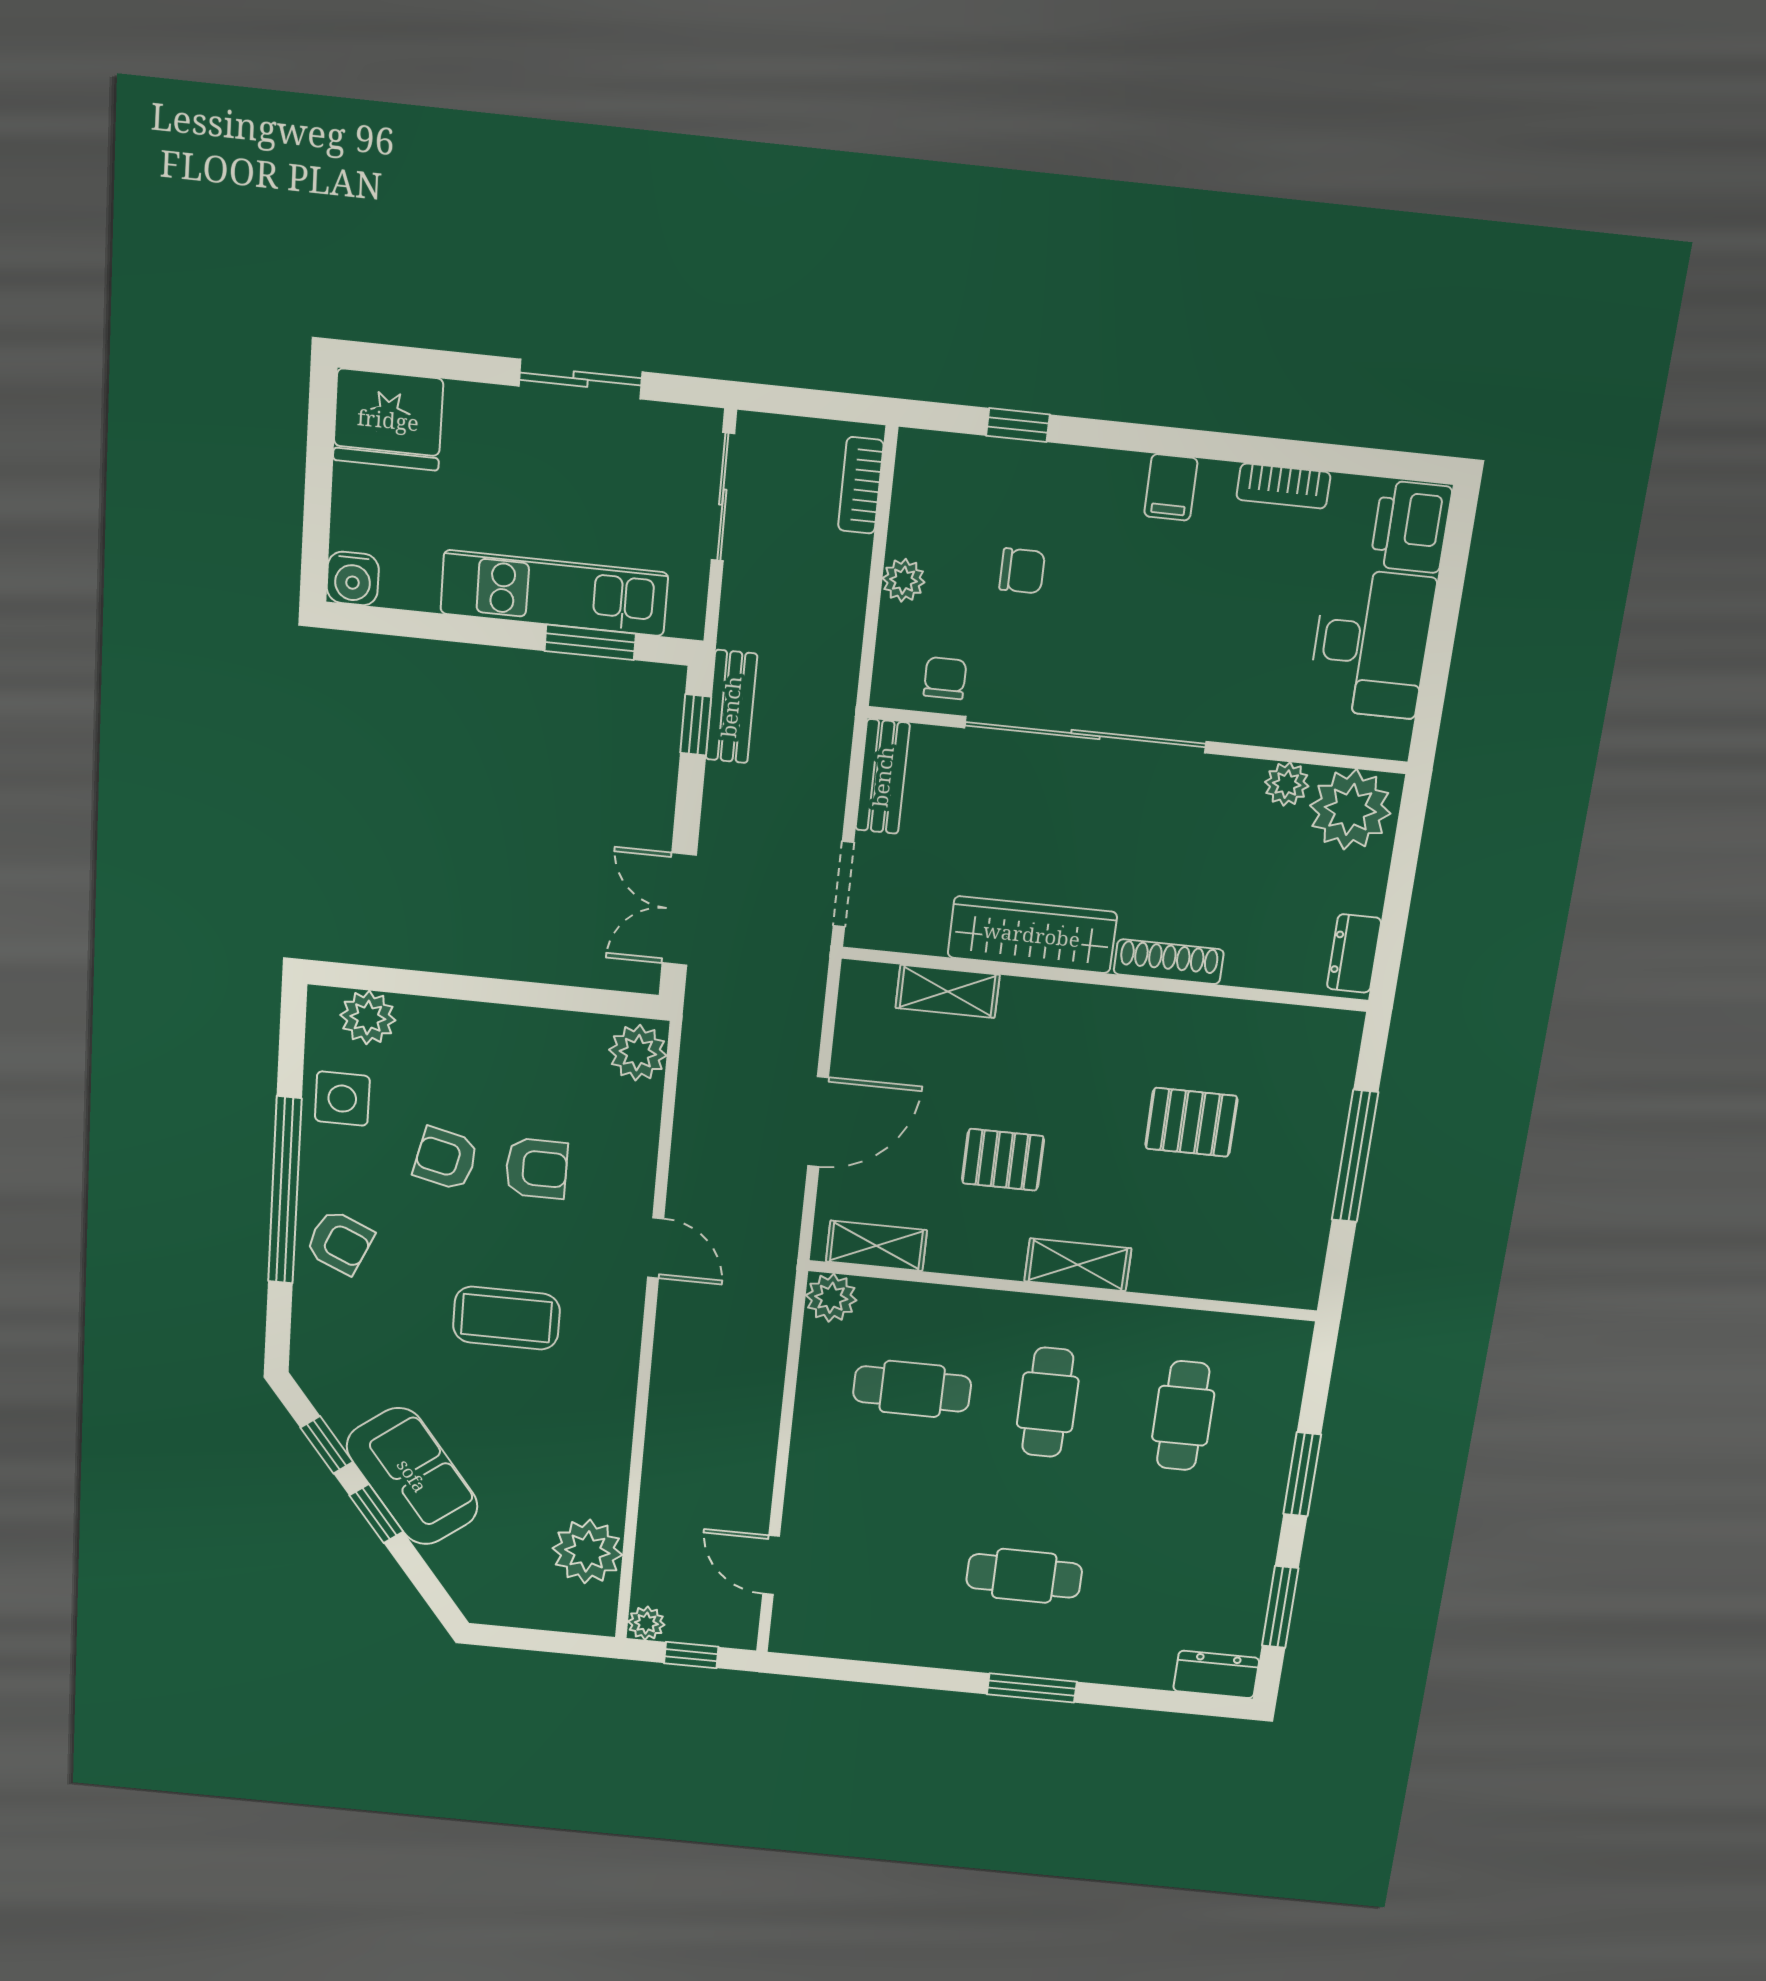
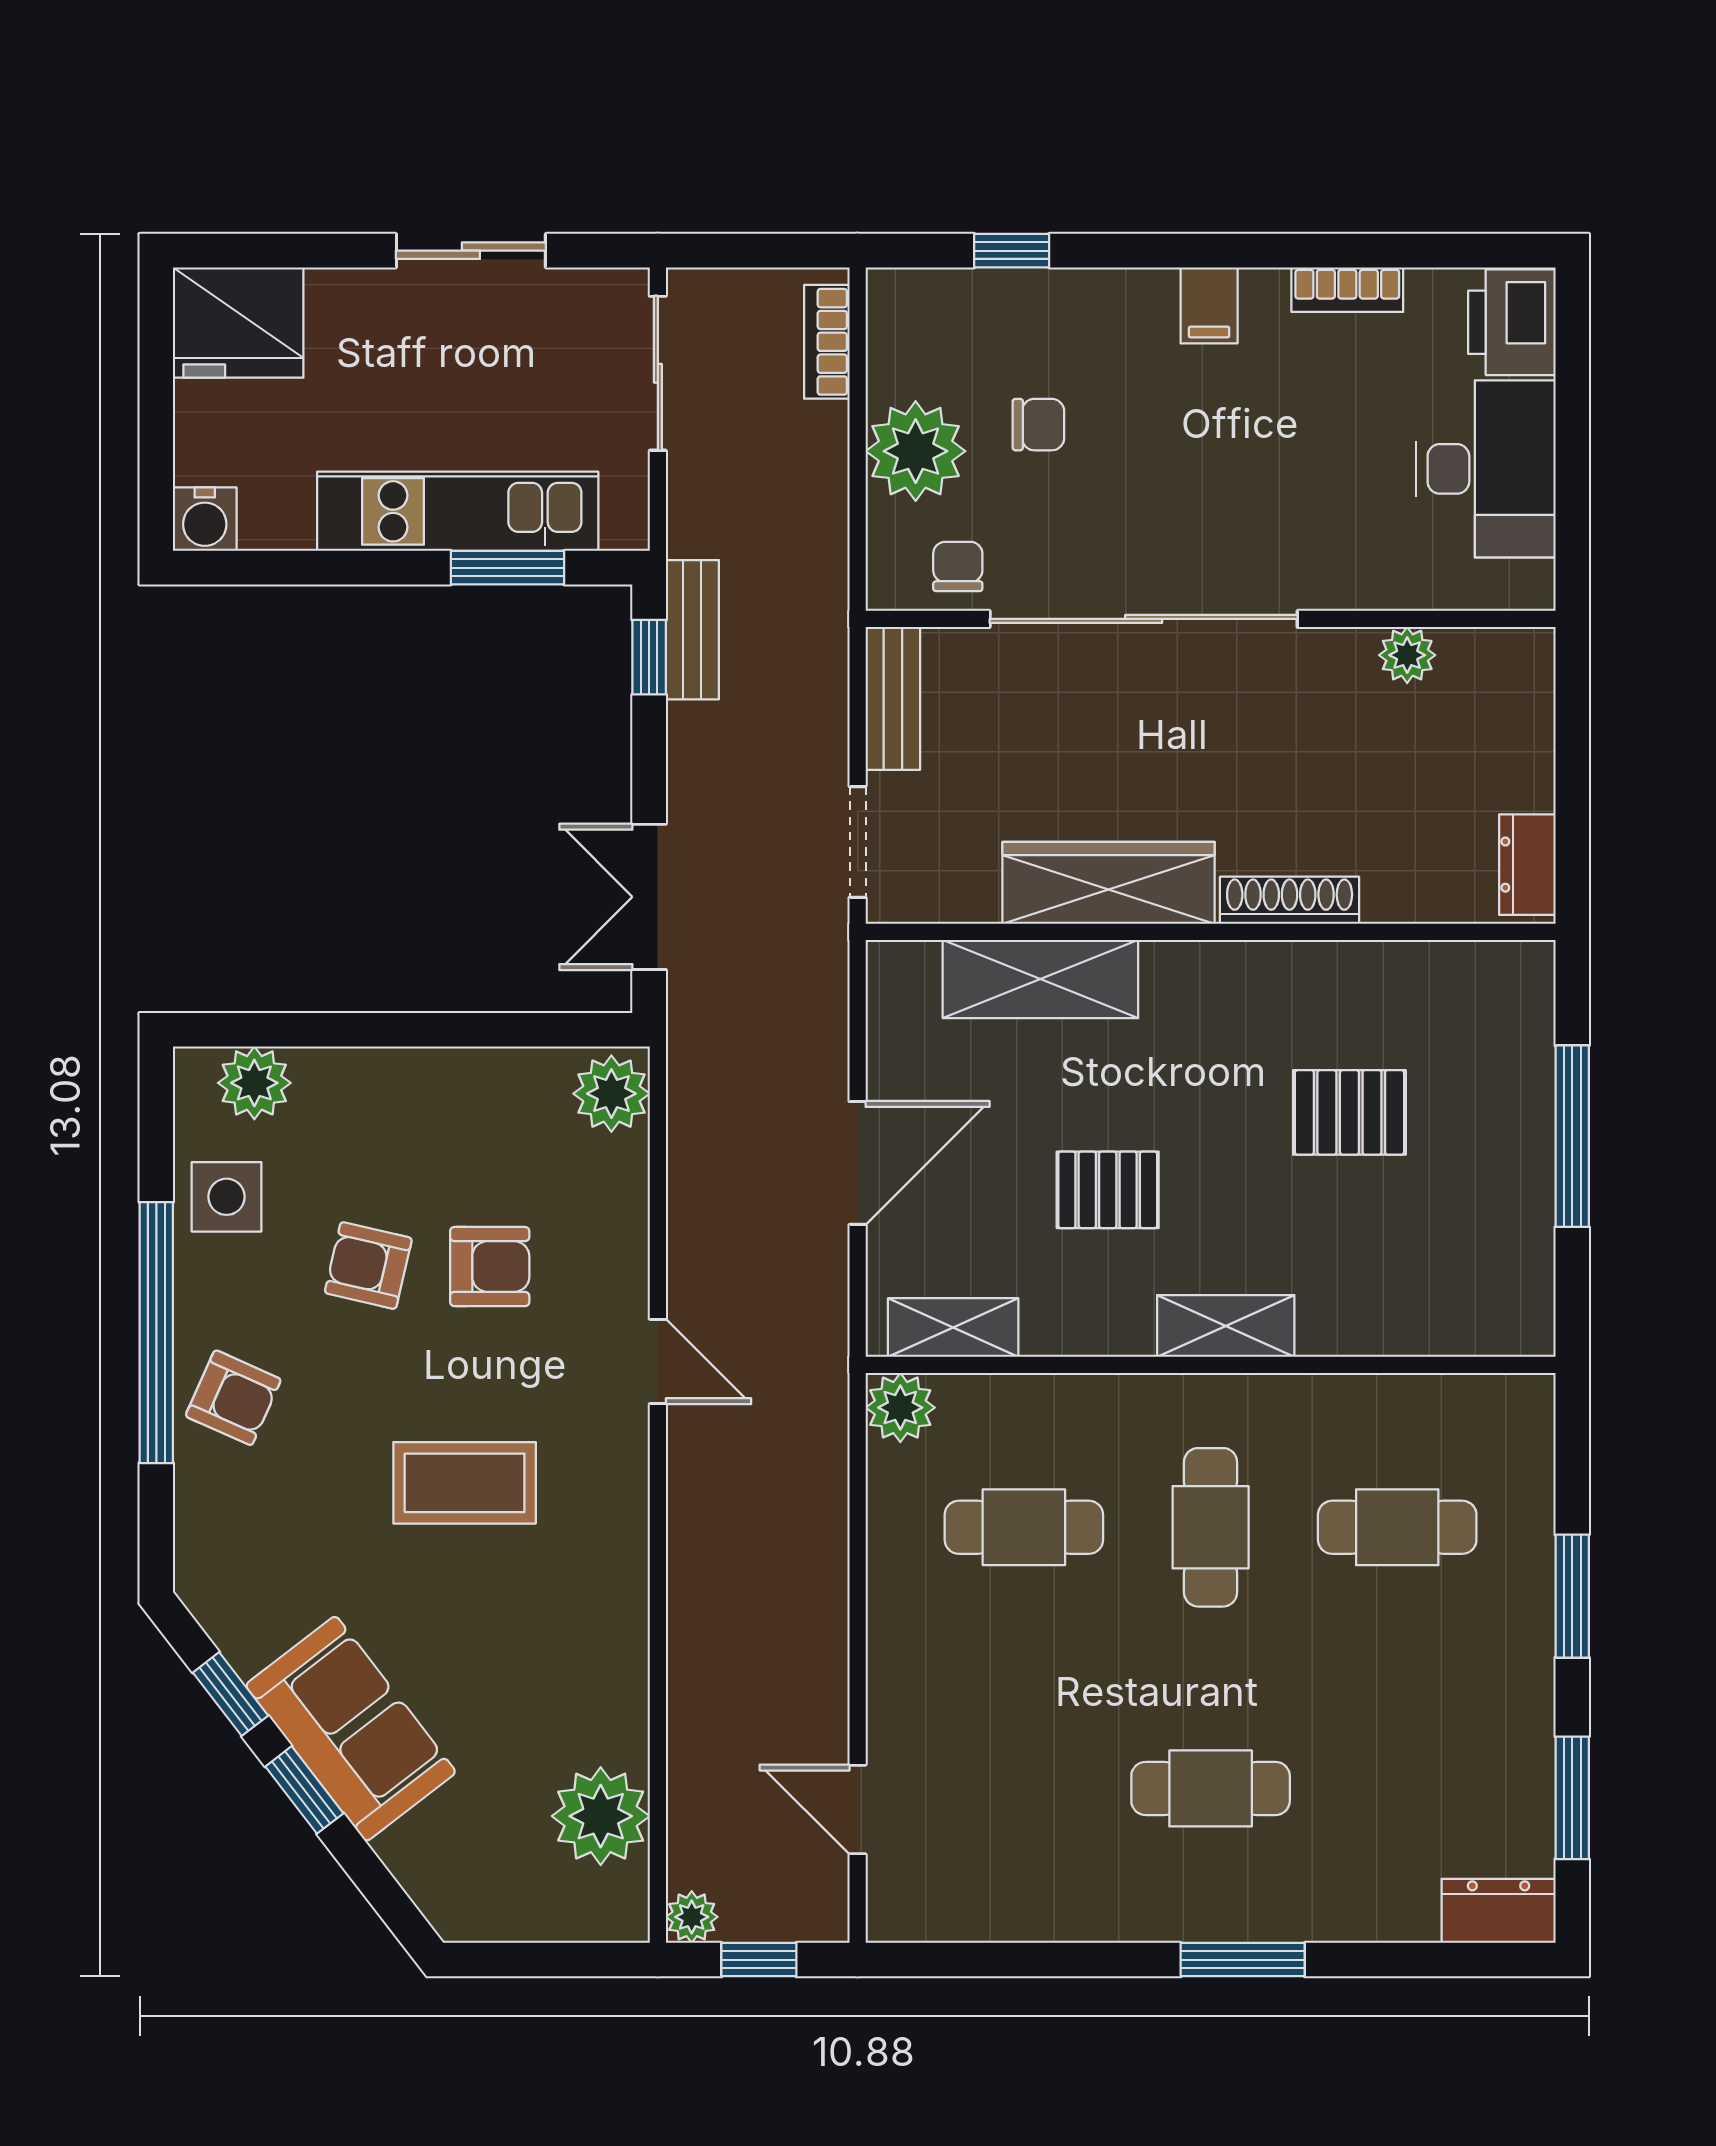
plant: (904, 580) -> (916, 451), width x1.88, depth x1.88
plant: (1350, 809) -> (1493, 679), removed
shelving: (948, 991) -> (1040, 979), width x1.50, depth x1.33
cafe table: (1183, 1416) -> (1397, 1527), turned 90

